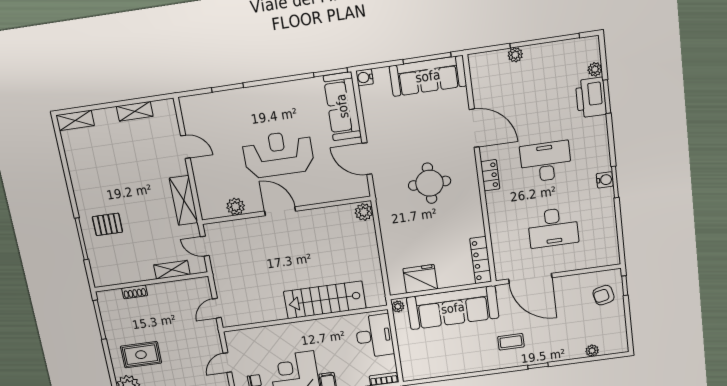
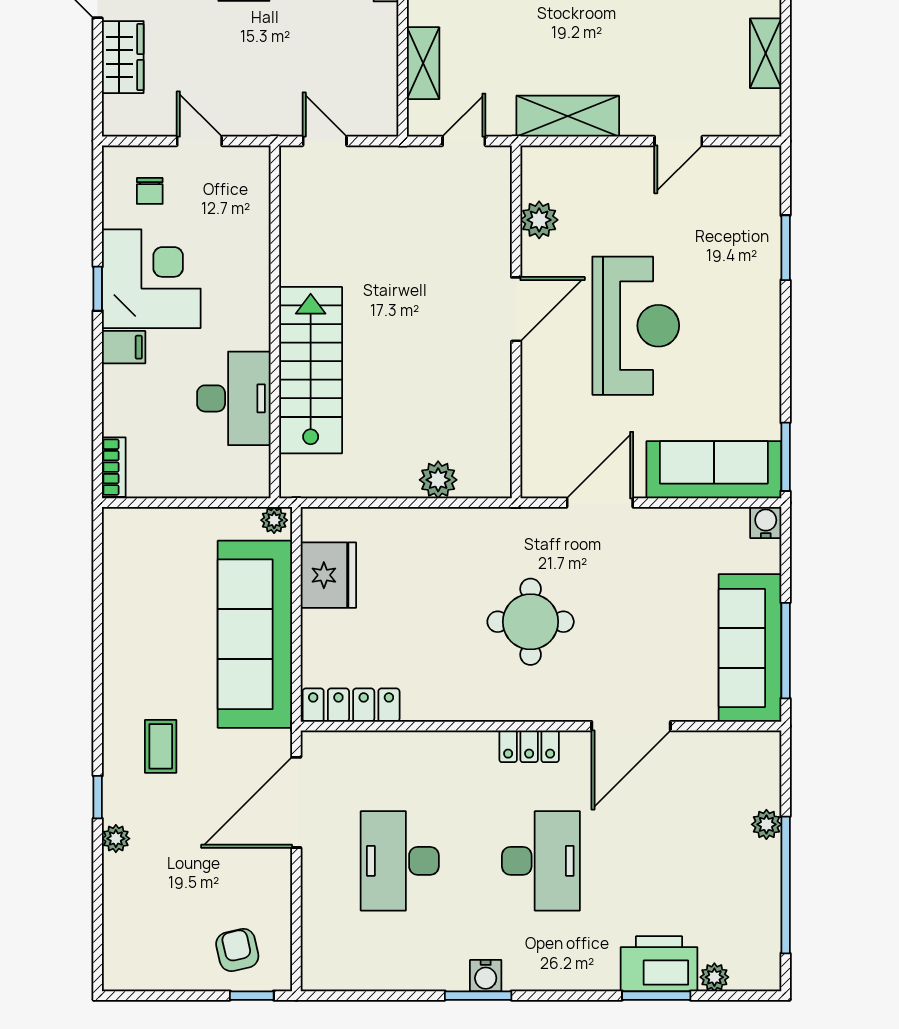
plant: (364, 212) -> (438, 480), moved
desk: (374, 336) -> (234, 398), moved, turned -90
plant: (592, 351) -> (116, 839), moved

